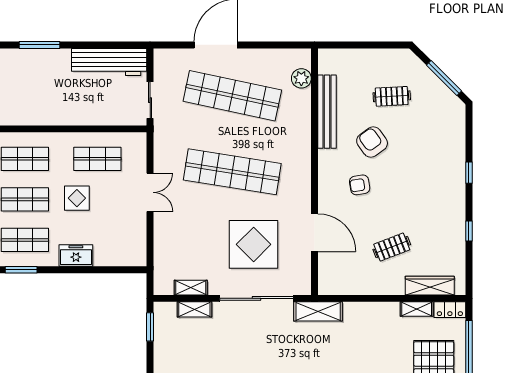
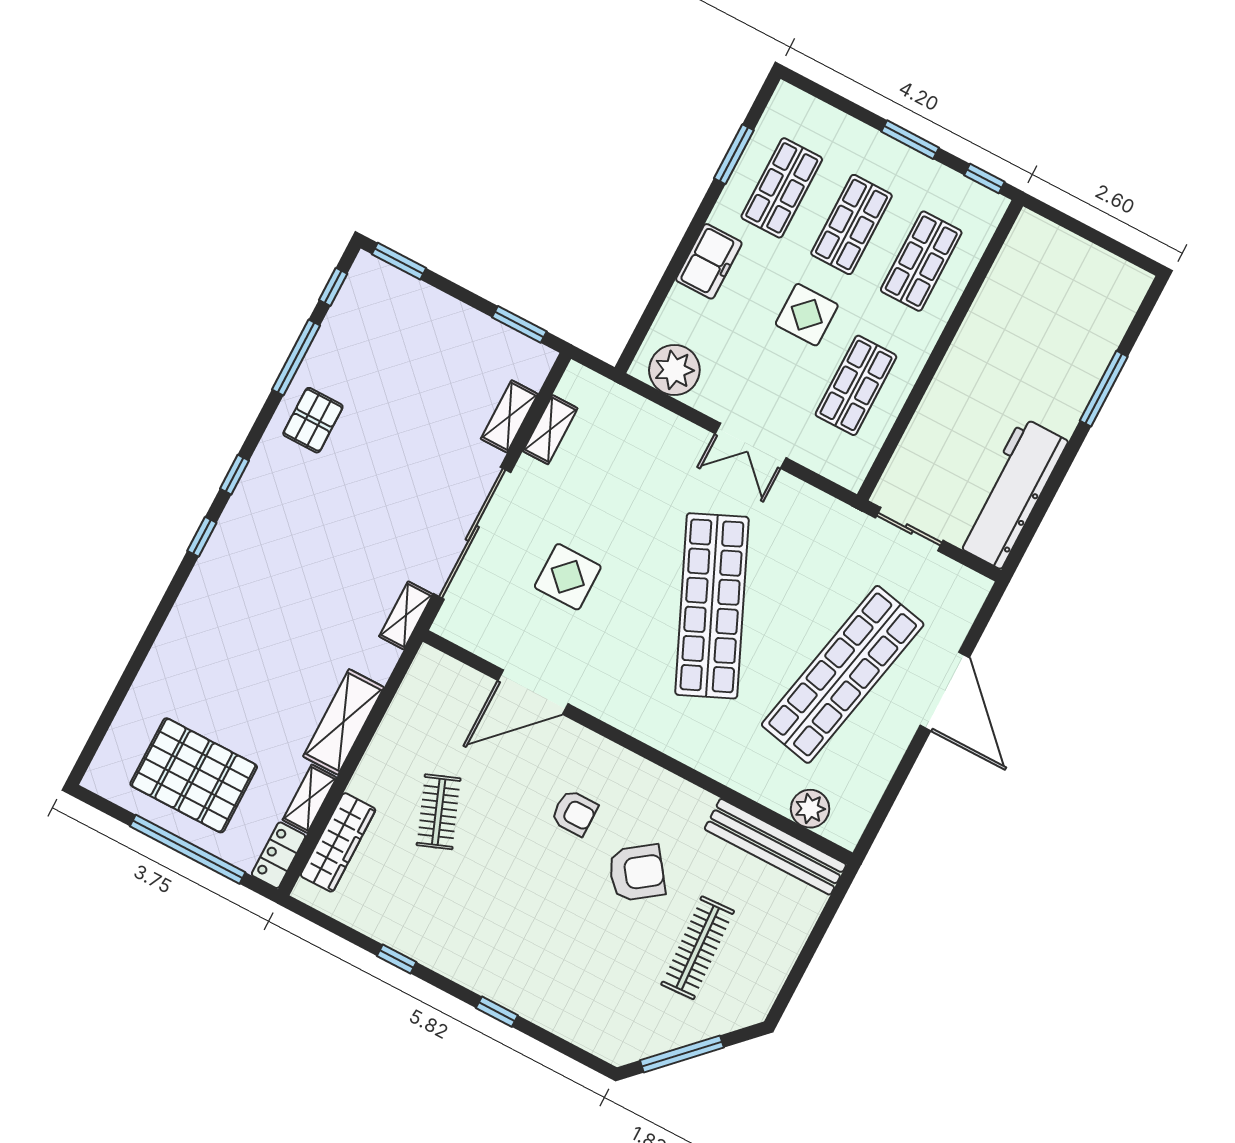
clothes rail: (392, 96) -> (698, 948), width x1.36
bench: (327, 112) -> (775, 847), moved
shop shelf: (232, 172) -> (712, 606), turned -33
armchair: (360, 185) -> (574, 813), turned 99
display table: (254, 244) -> (568, 577), width x0.54, depth x0.54
plant: (134, 245) -> (674, 370), added
shelving: (318, 311) -> (406, 615), width x0.67, depth x0.75
shelving: (373, 312) -> (343, 722), added

